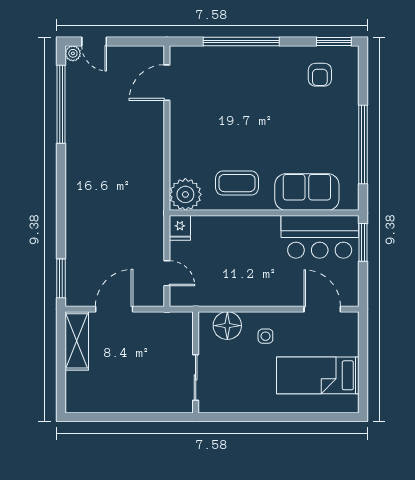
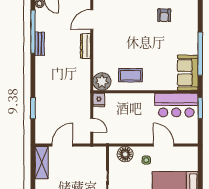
armchair: (320, 75) -> (164, 15), moved
bench: (73, 126) -> (40, 44), added
dresser: (156, 130) -> (85, 46), added
sofa: (307, 192) -> (188, 73), moved, turned -90
window: (61, 278) -> (33, 108), moved
door: (322, 309) -> (164, 145), moved

